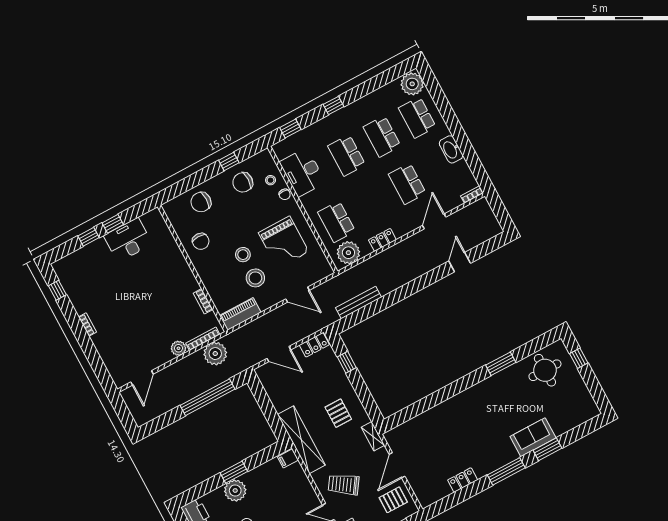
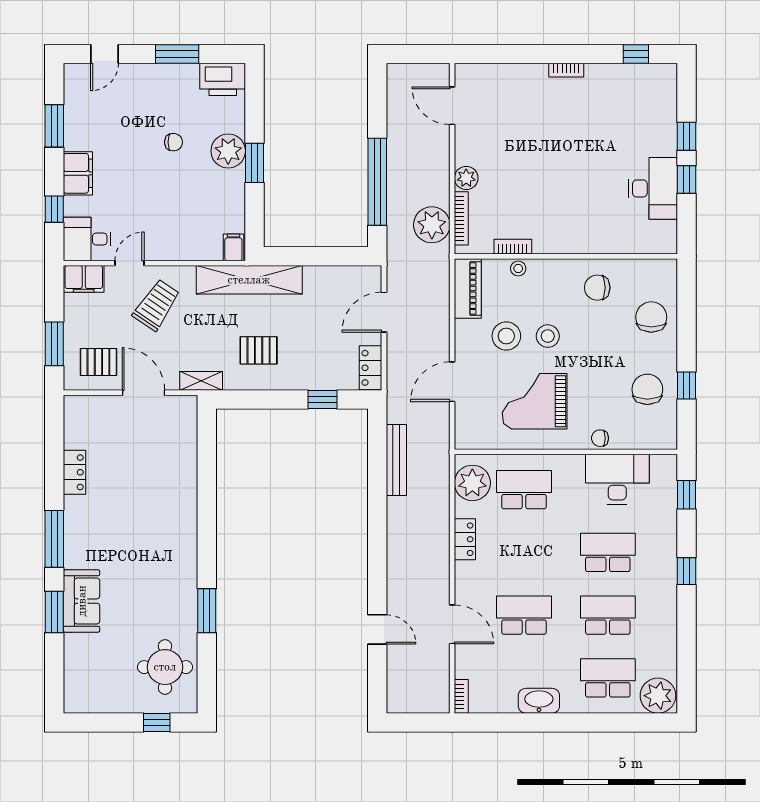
stool: (271, 180) -> (518, 269), moved
pallet: (393, 500) -> (98, 362), turned 90

